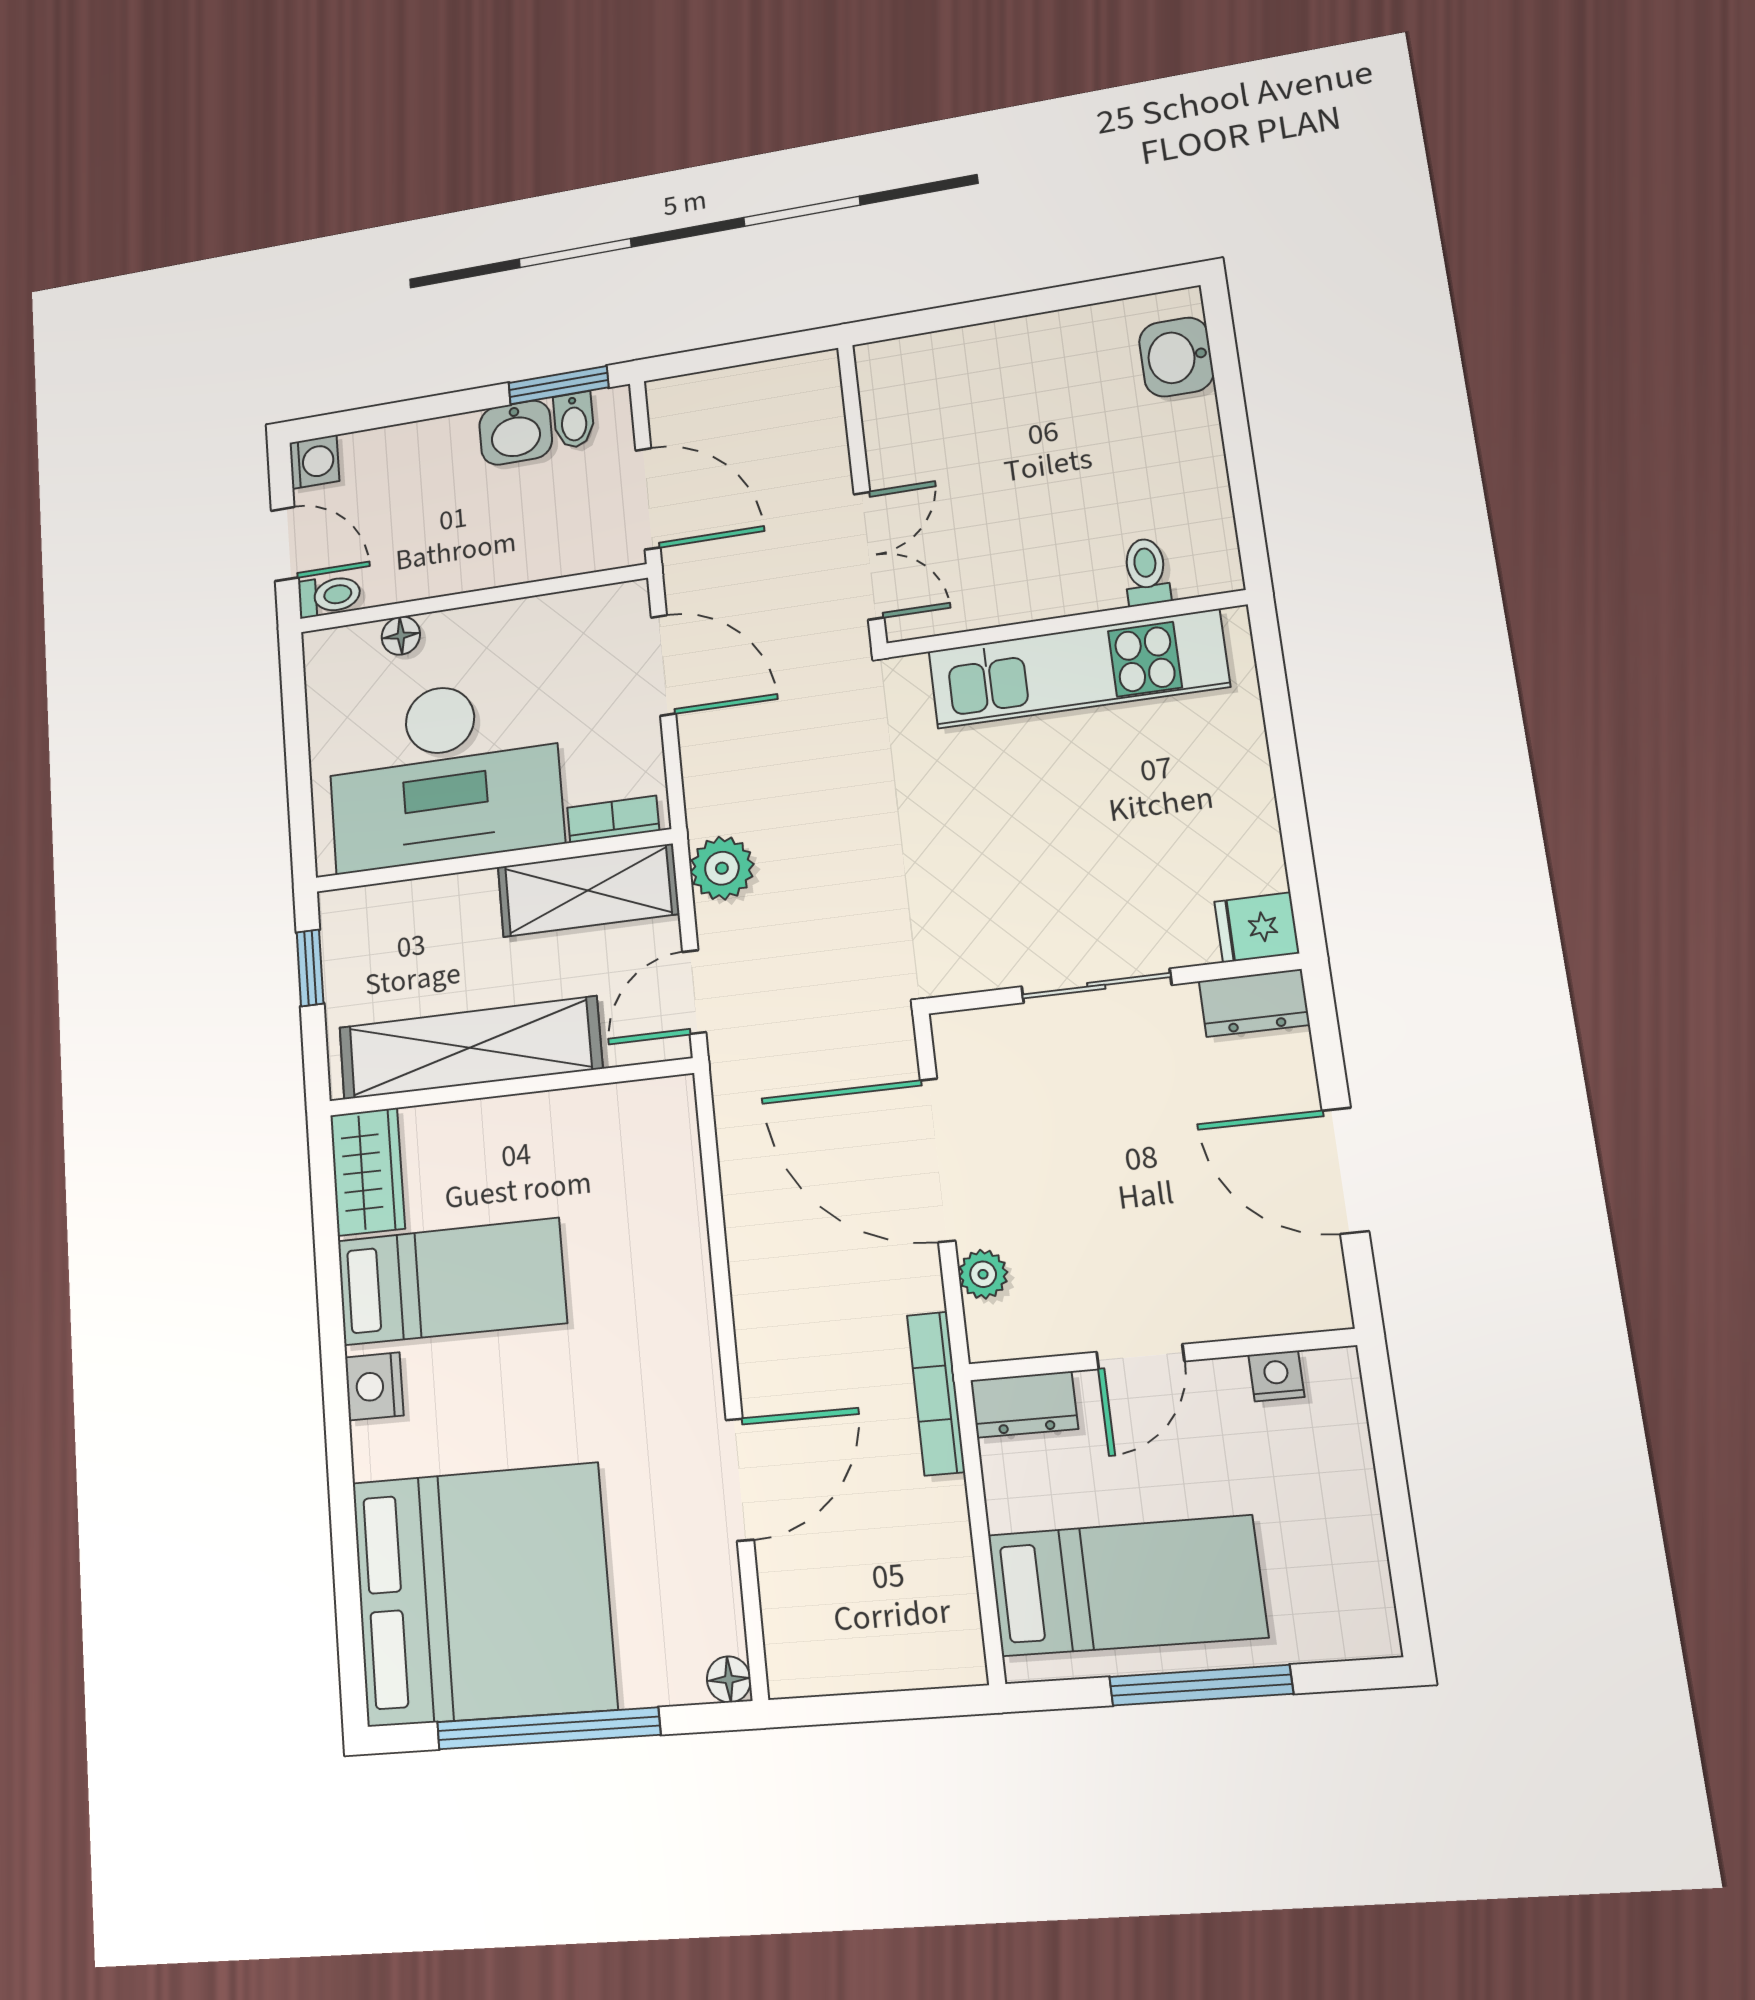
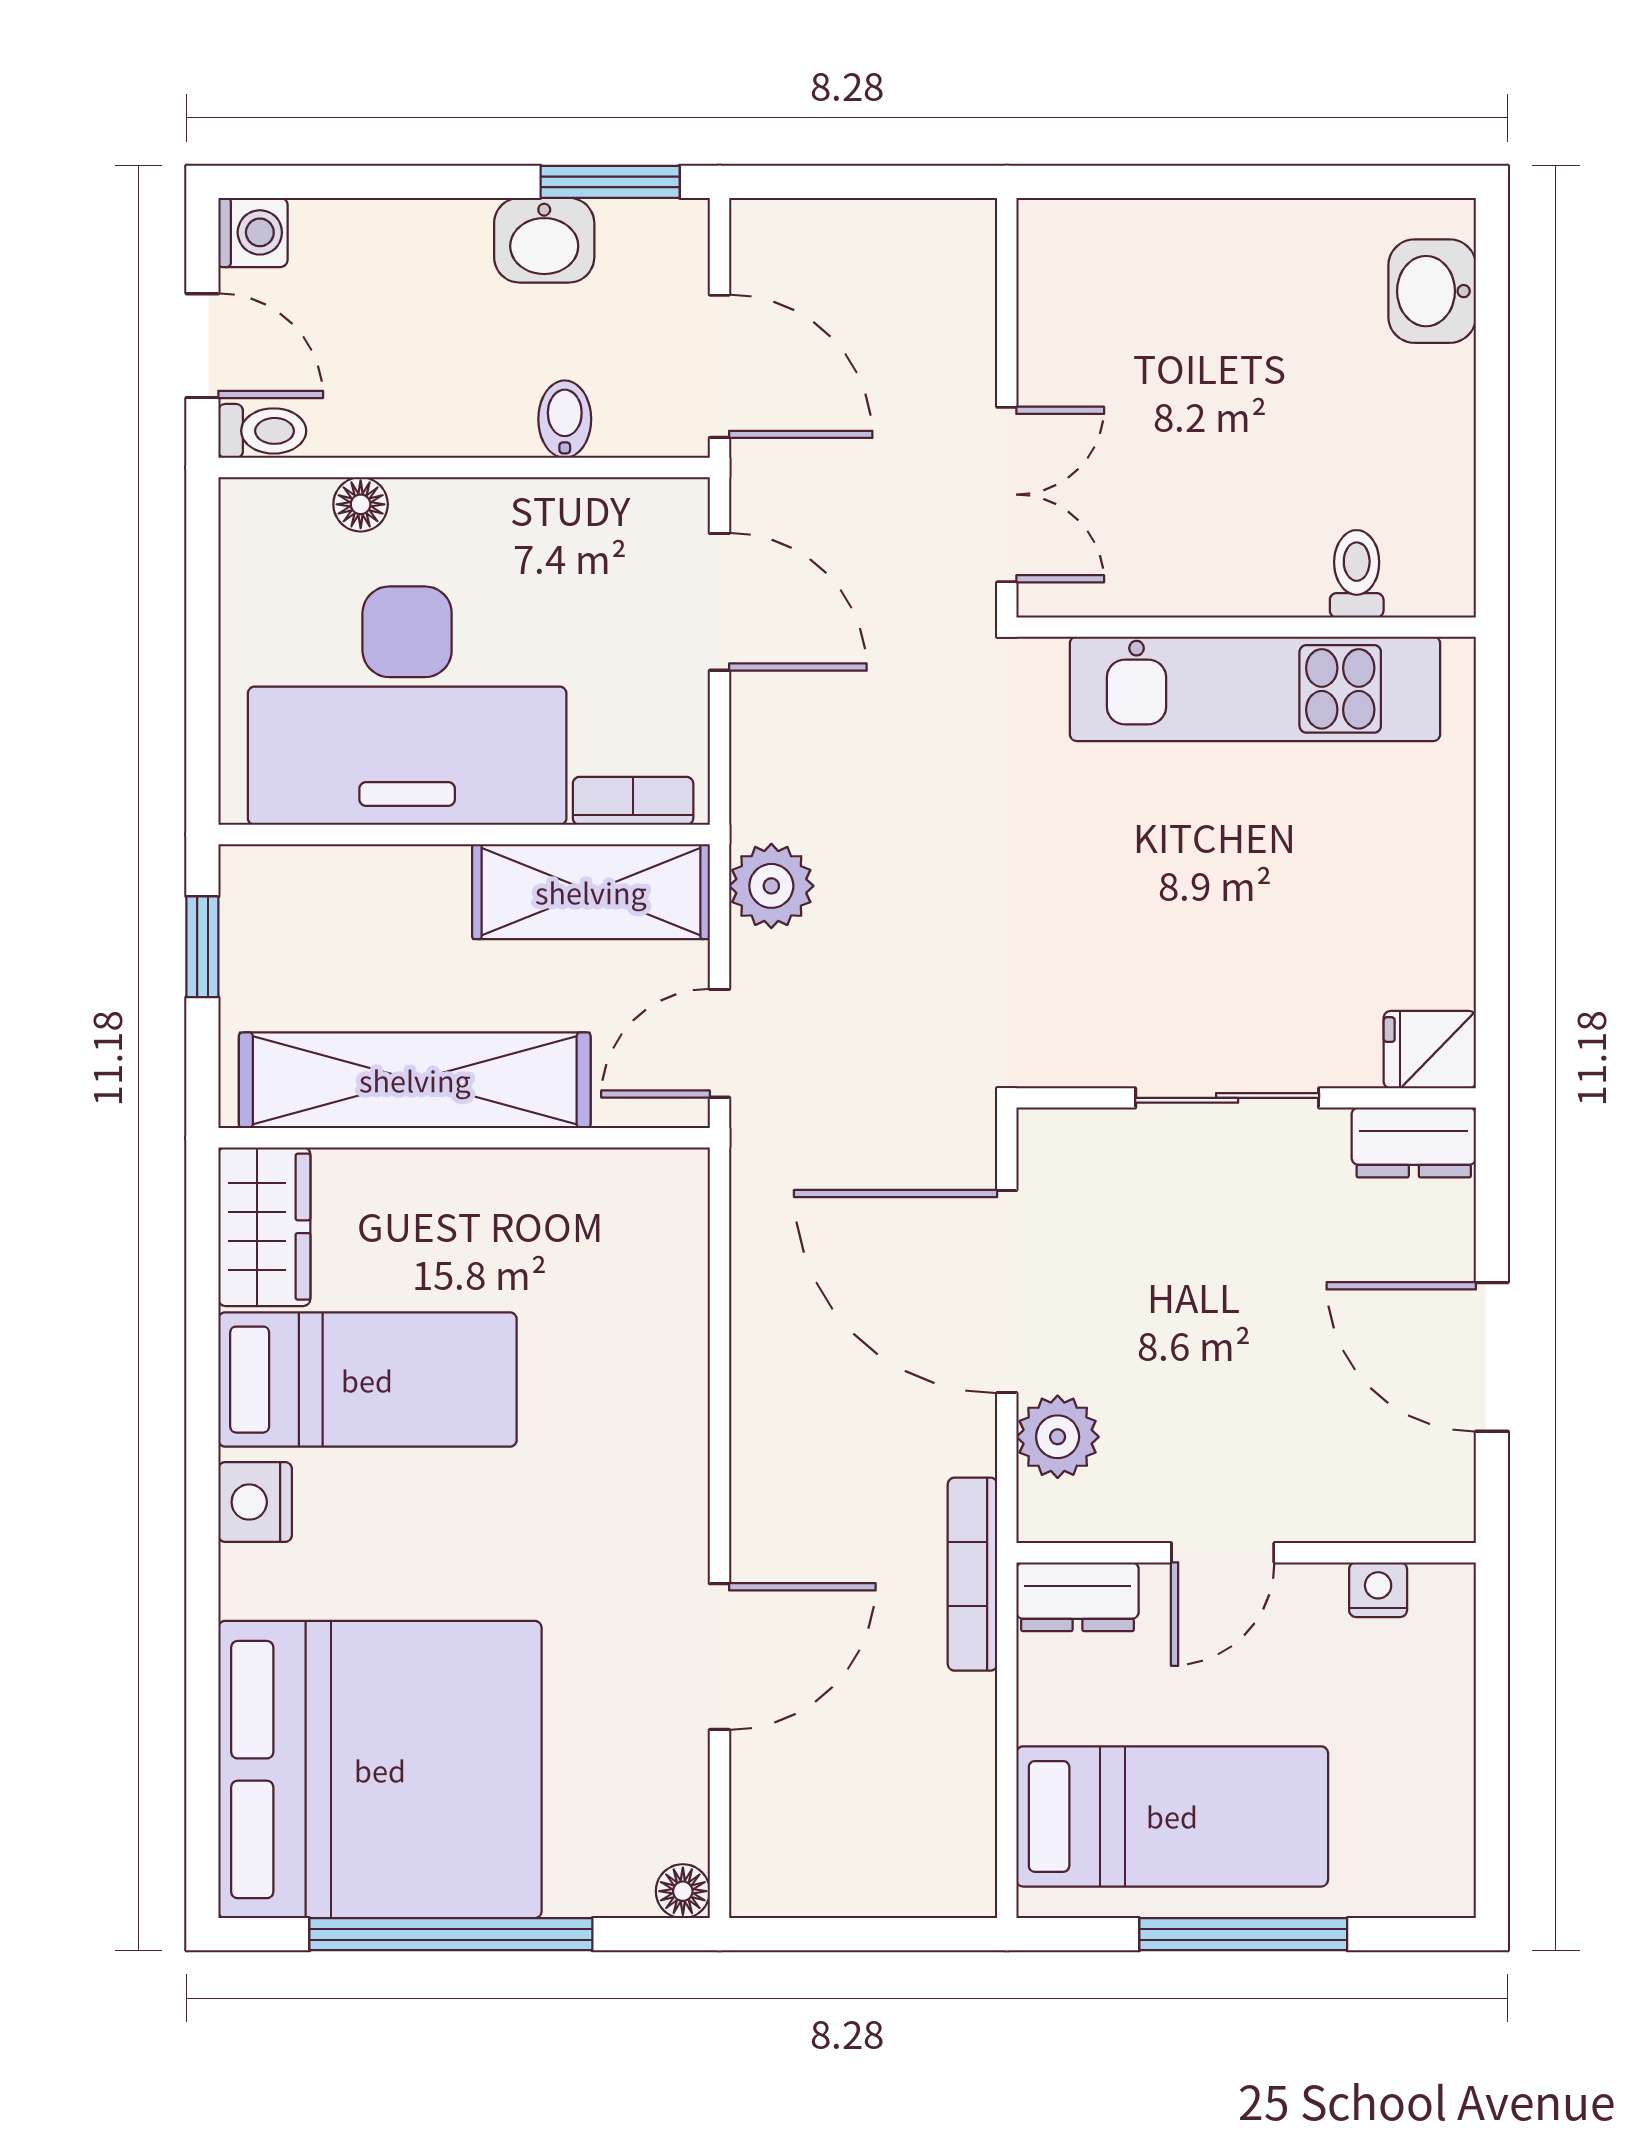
bidet: (574, 420) -> (565, 419), moved, turned 180
plant: (983, 1274) -> (1058, 1437), width x1.38, depth x1.38

